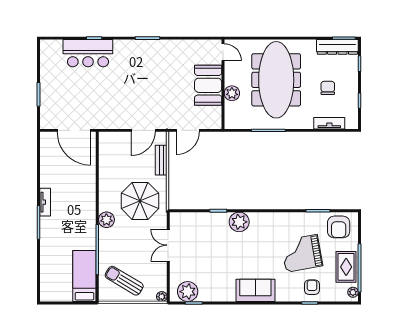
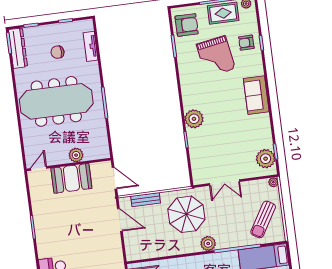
door: (223, 52) -> (39, 168), moved
wall: (223, 84) -> (69, 165), moved
booth: (208, 85) -> (71, 178), moved
plant: (232, 93) -> (76, 155), moved

